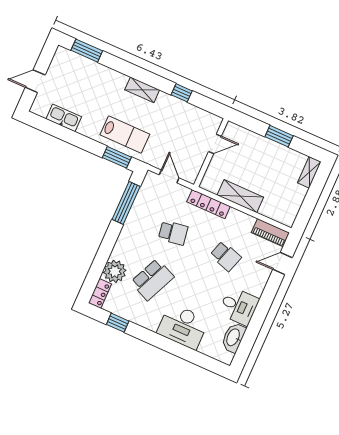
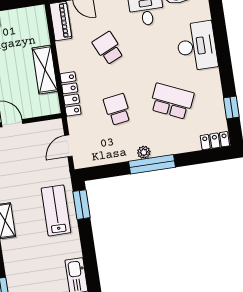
window: (126, 203) -> (152, 164), moved
school desk: (226, 256) -> (108, 48), turned -42
plant: (115, 271) -> (144, 152), moved, width x0.53, depth x0.53

